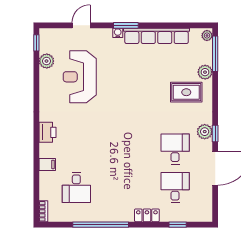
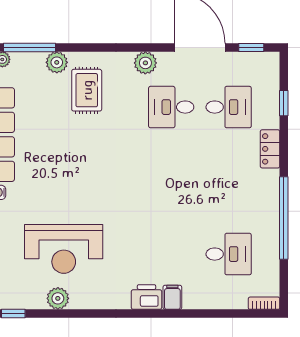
plant: (47, 61) -> (58, 298), moved
window: (215, 133) -> (251, 47), moved
filing cabinet: (47, 164) -> (172, 297), moved
desk: (175, 187) -> (229, 107), turned 180

